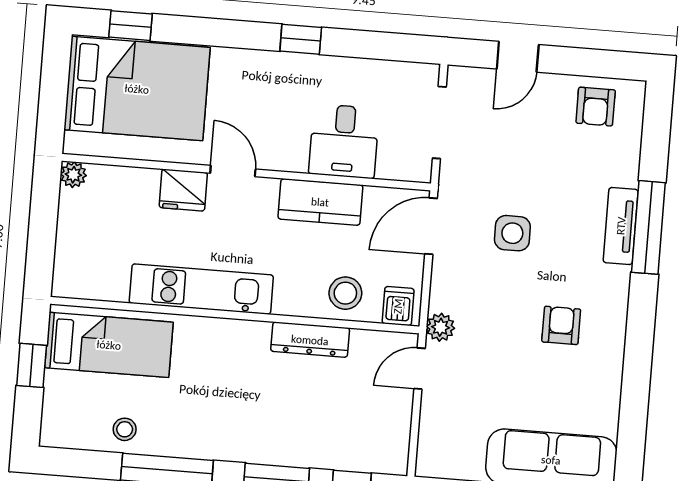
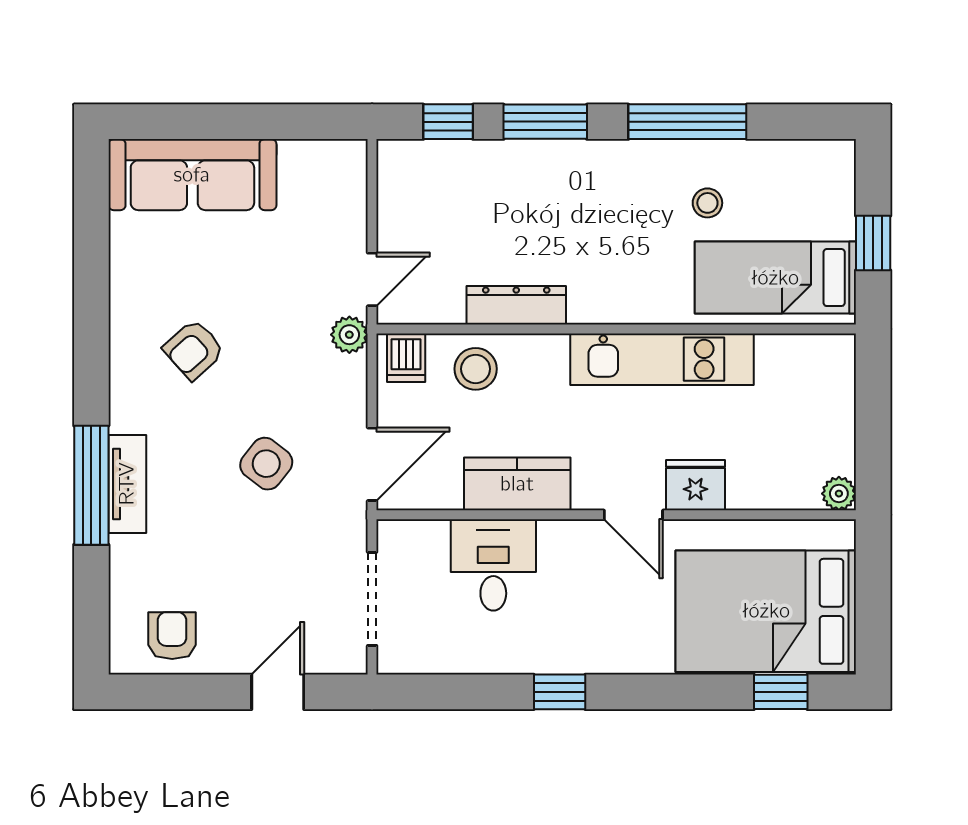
side table: (512, 233) -> (266, 464), turned 38
armchair: (561, 325) -> (194, 350), turned 48
stool: (125, 429) -> (707, 203), moved

